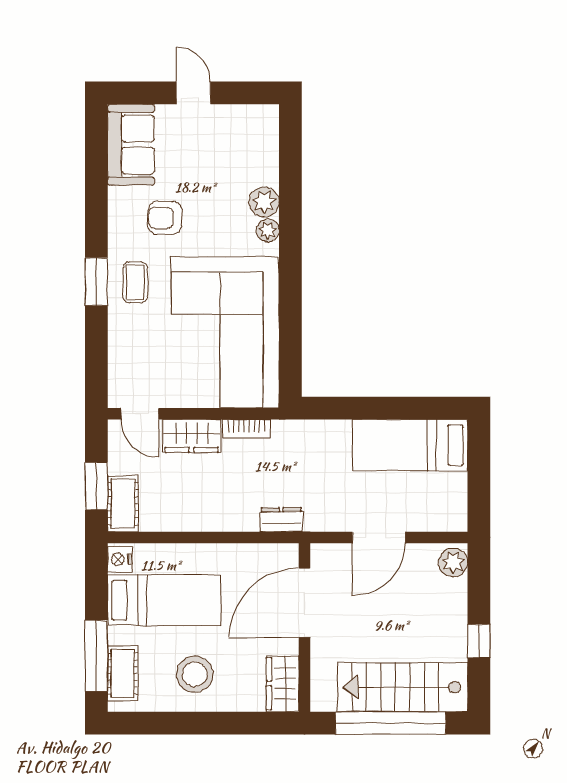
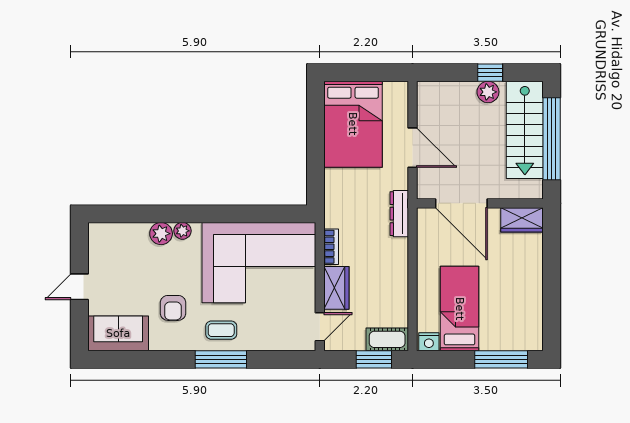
window: (96, 282) -> (221, 359), width x1.44
bed: (410, 445) -> (353, 124), width x1.50
dresser: (281, 520) -> (399, 214), width x1.44
plant: (453, 562) -> (488, 92), moved
cot: (122, 673) -> (514, 340), removed
stool: (195, 674) -> (515, 286), removed

